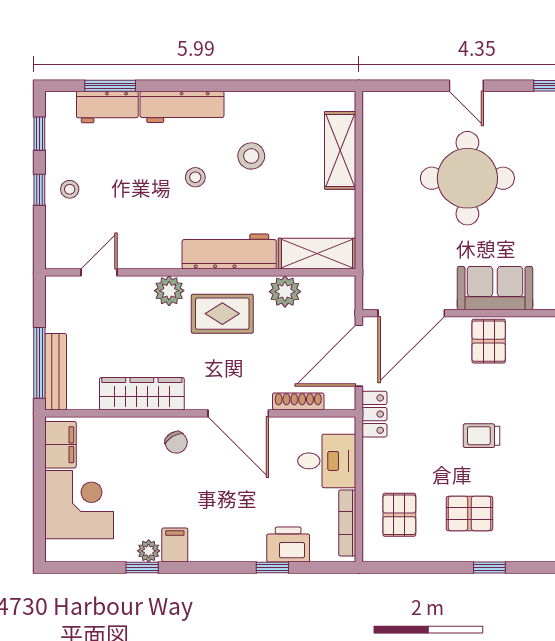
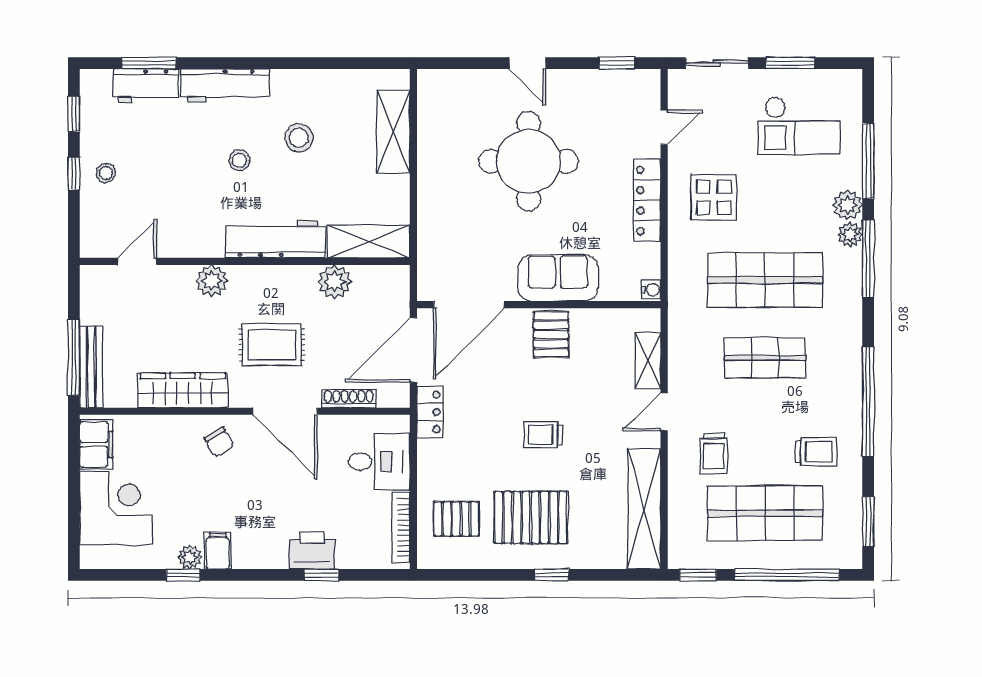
rug: (222, 314) -> (272, 345), moved
pallet: (469, 513) -> (531, 517), width x1.50, depth x1.42
pallet: (399, 515) -> (456, 519), turned 90
printer: (288, 544) -> (312, 550), moved

